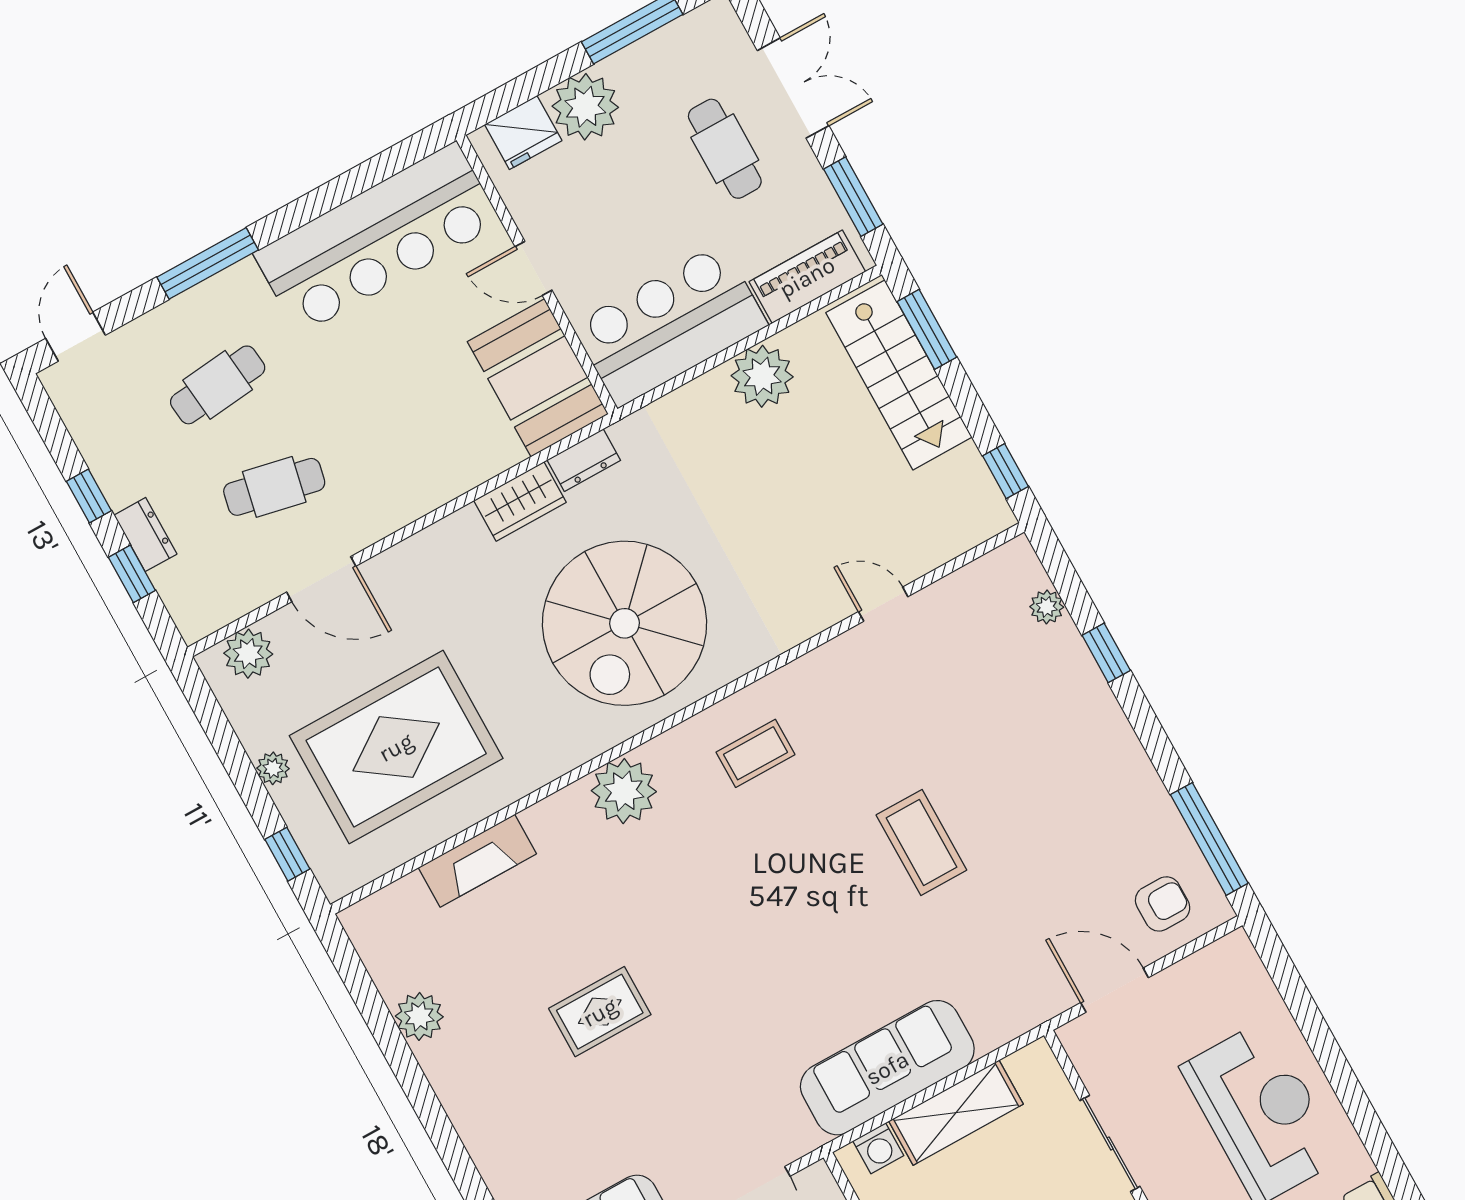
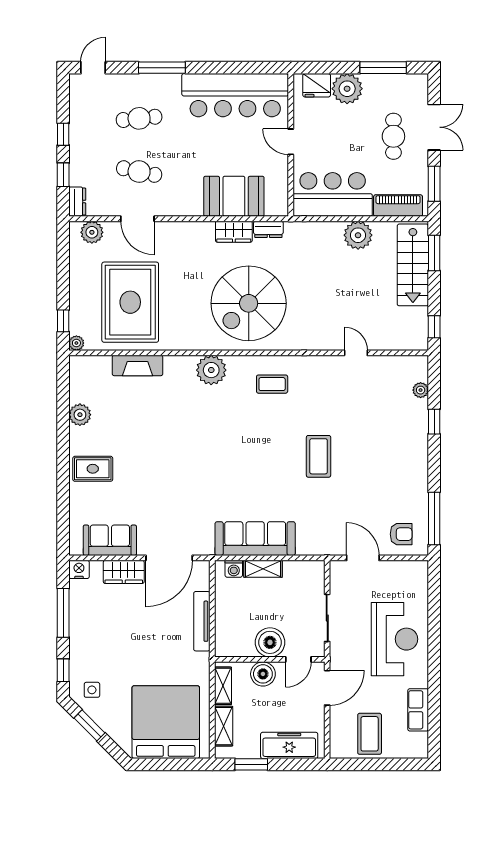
booth: (538, 378) -> (234, 196), moved, turned 90
dresser: (145, 535) -> (77, 202), moved
rug: (396, 747) -> (130, 302), turned 90
plant: (273, 768) -> (76, 343), moved
rug: (600, 1012) -> (93, 469), moved
shelving: (956, 1113) -> (263, 569), width x0.67, depth x0.75

